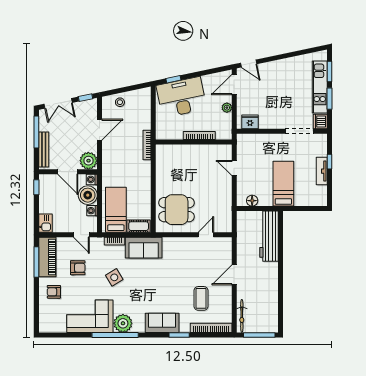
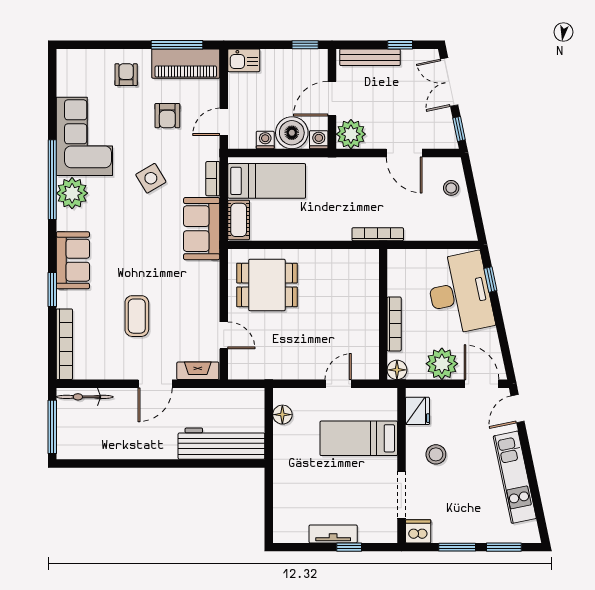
kitchen unit: (320, 87) -> (515, 477), moved, turned -102
plant: (227, 108) -> (442, 364), width x1.87, depth x1.87
stool: (275, 111) -> (436, 454), added
window: (36, 132) -> (400, 45), width x0.46
floor lamp: (226, 134) -> (397, 370), added
bed: (283, 184) -> (359, 438), moved, turned 180
dining table: (177, 210) -> (267, 285), turned 90
fireplace: (227, 250) -> (198, 371), added
door: (234, 275) -> (155, 384), swing flipped
coffee table: (201, 298) -> (137, 316), moved, turned 90

